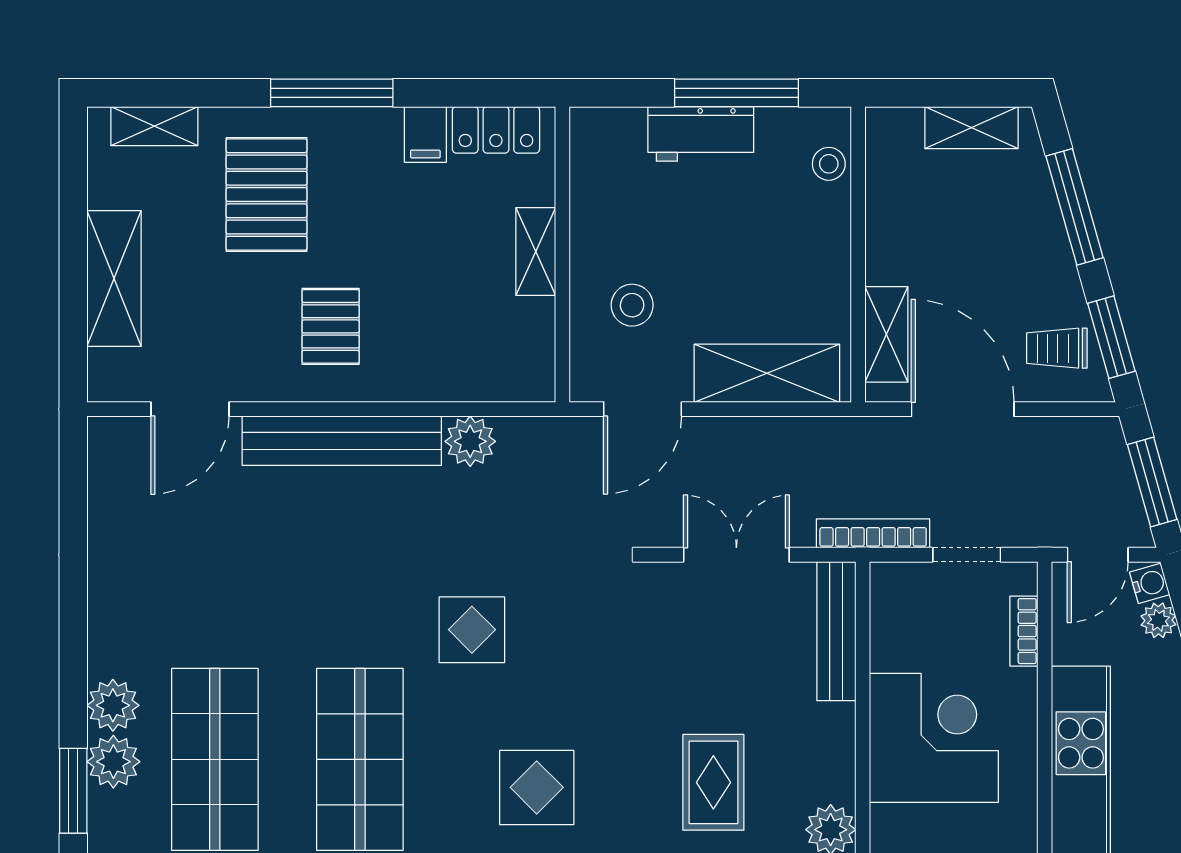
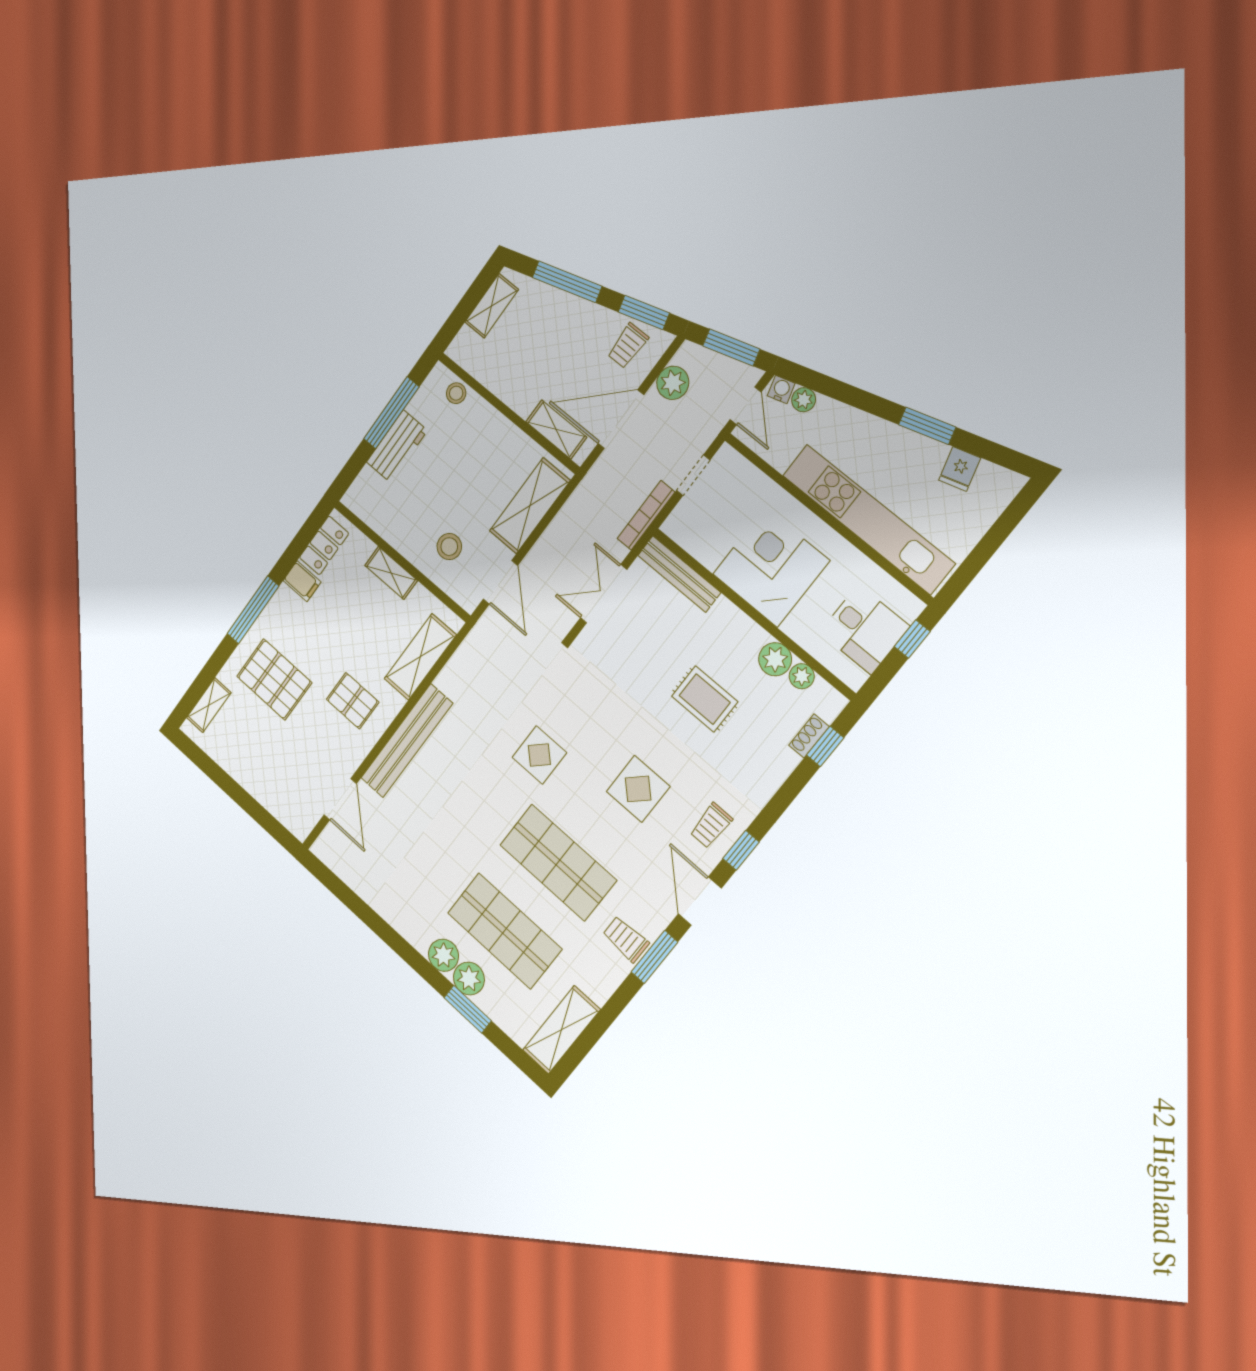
shelving: (114, 279) -> (420, 657), moved, turned 90
plant: (470, 441) -> (673, 383), moved
bookcase: (1024, 631) -> (754, 476), removed

